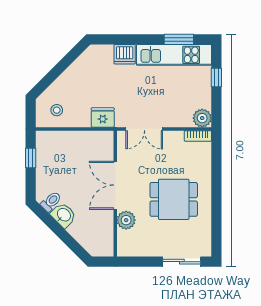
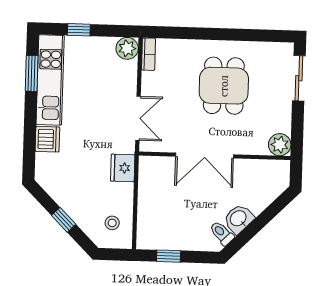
window: (58, 70) -> (64, 220), added
plant: (126, 220) -> (280, 145), moved

